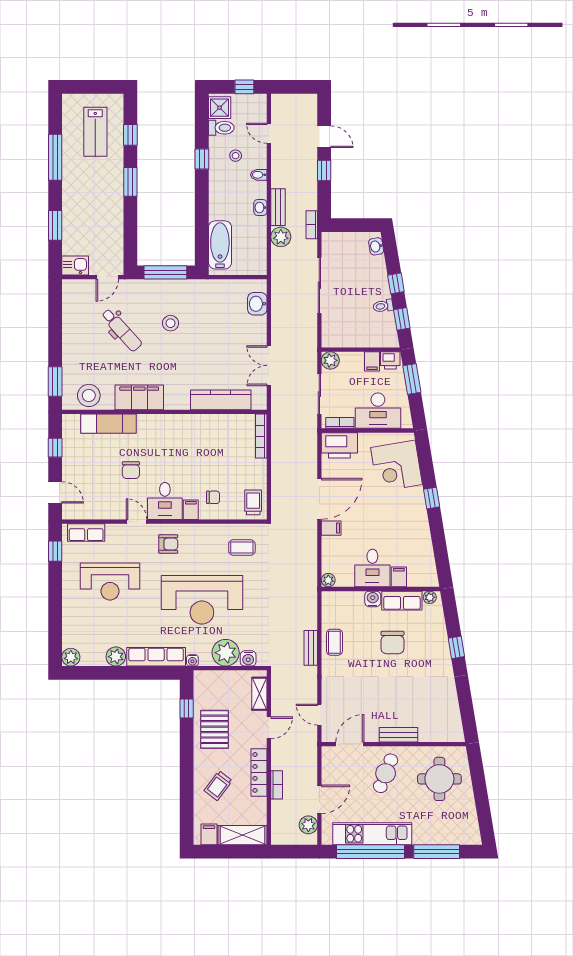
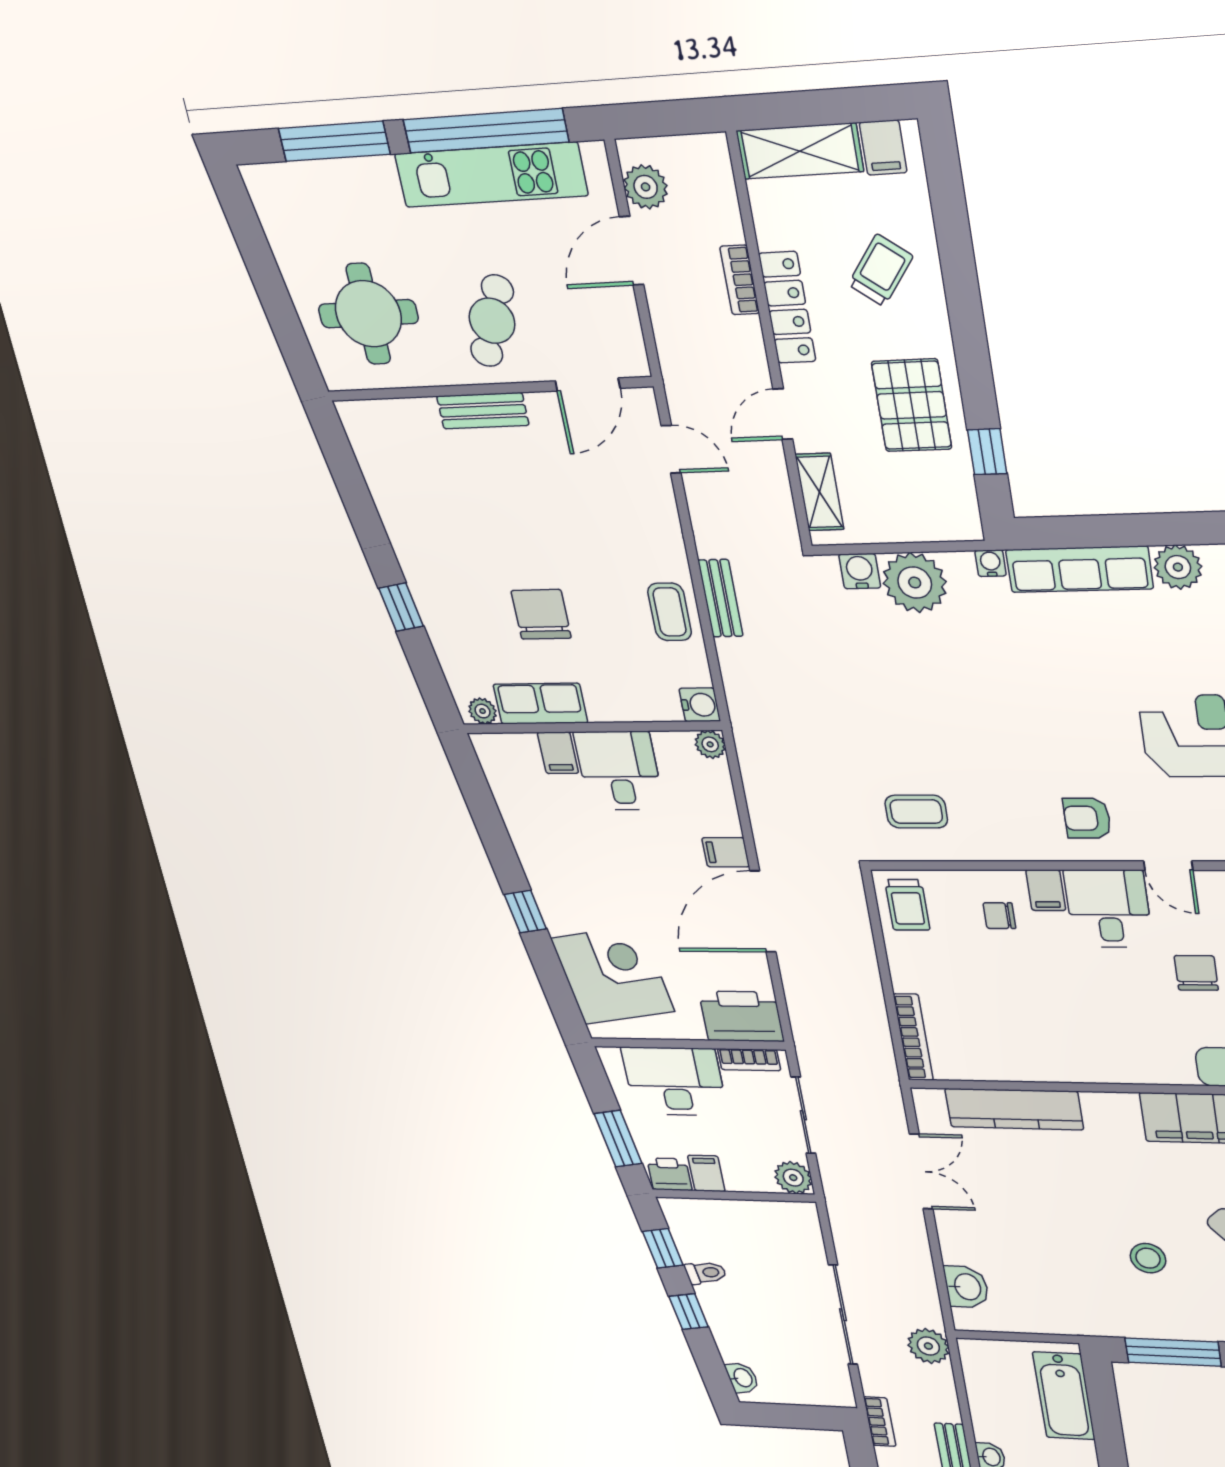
plant: (281, 237) -> (928, 1346), moved
water cooler: (373, 599) -> (700, 705), moved, turned -90
reception desk: (202, 600) -> (990, 699), removed

